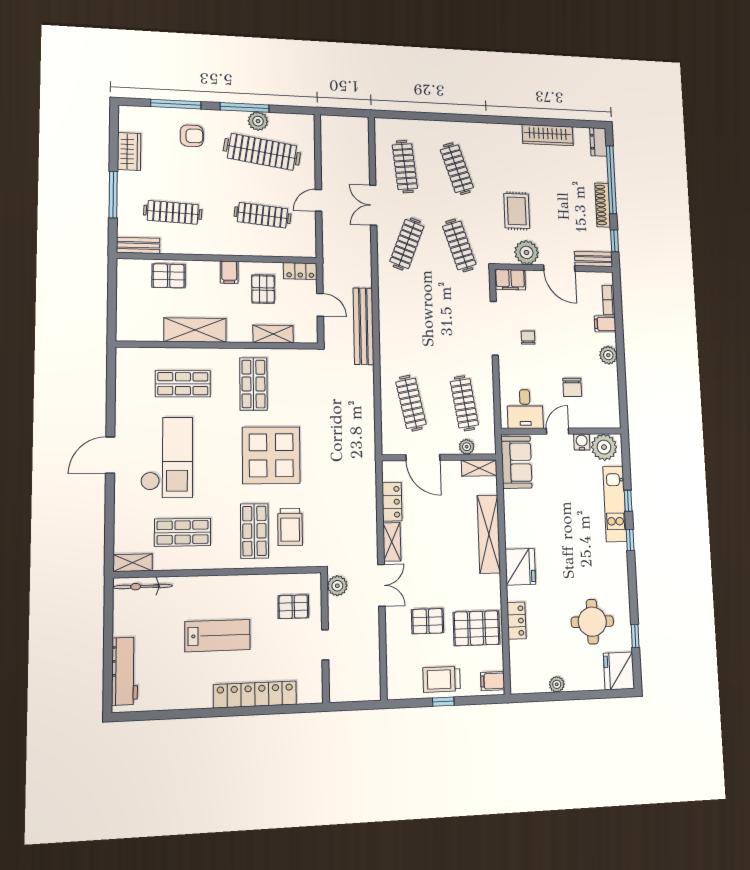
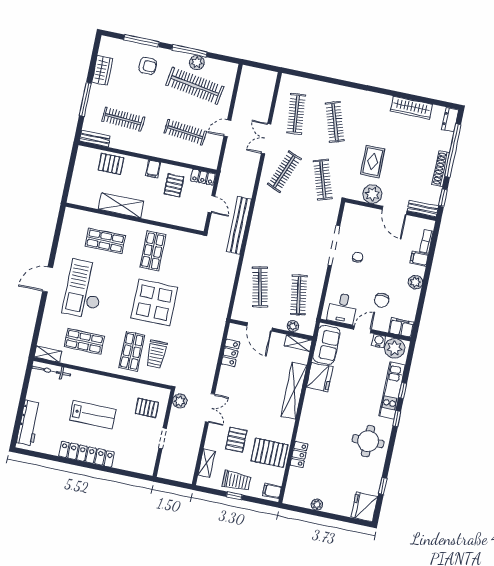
filing cabinet: (510, 280) -> (401, 328), moved, turned 180
shelving: (273, 334) -> (174, 219), removed
checkout: (167, 457) -> (84, 289), turned 180
shelving: (392, 542) -> (207, 463), moved
fridge: (520, 567) -> (320, 377), moved
pallet: (428, 621) -> (236, 440), turned 90
round table: (592, 622) -> (368, 441), moved
trolley: (442, 679) -> (237, 481), turned 180
locker: (255, 694) -> (86, 454), moved

